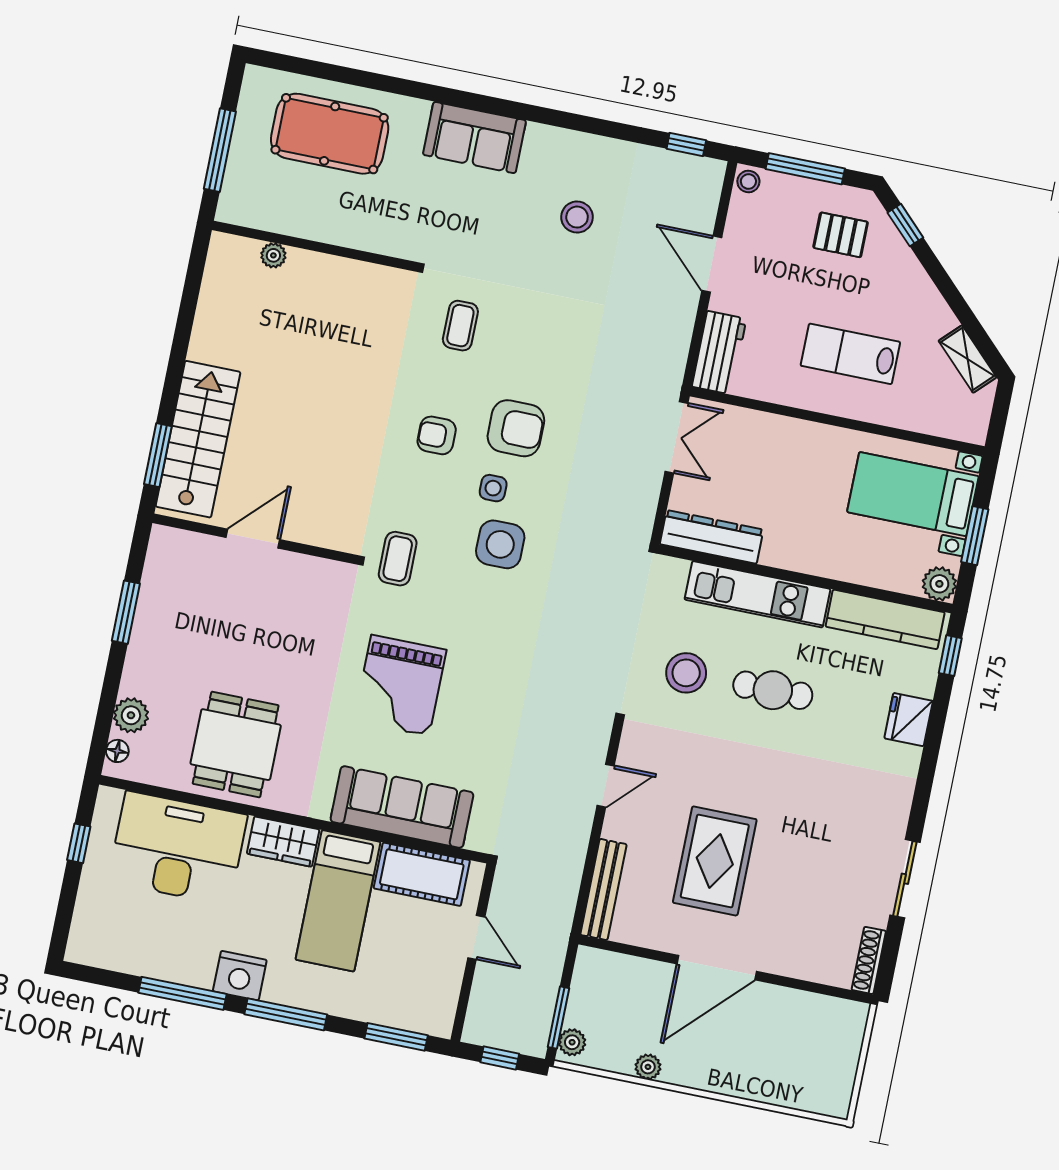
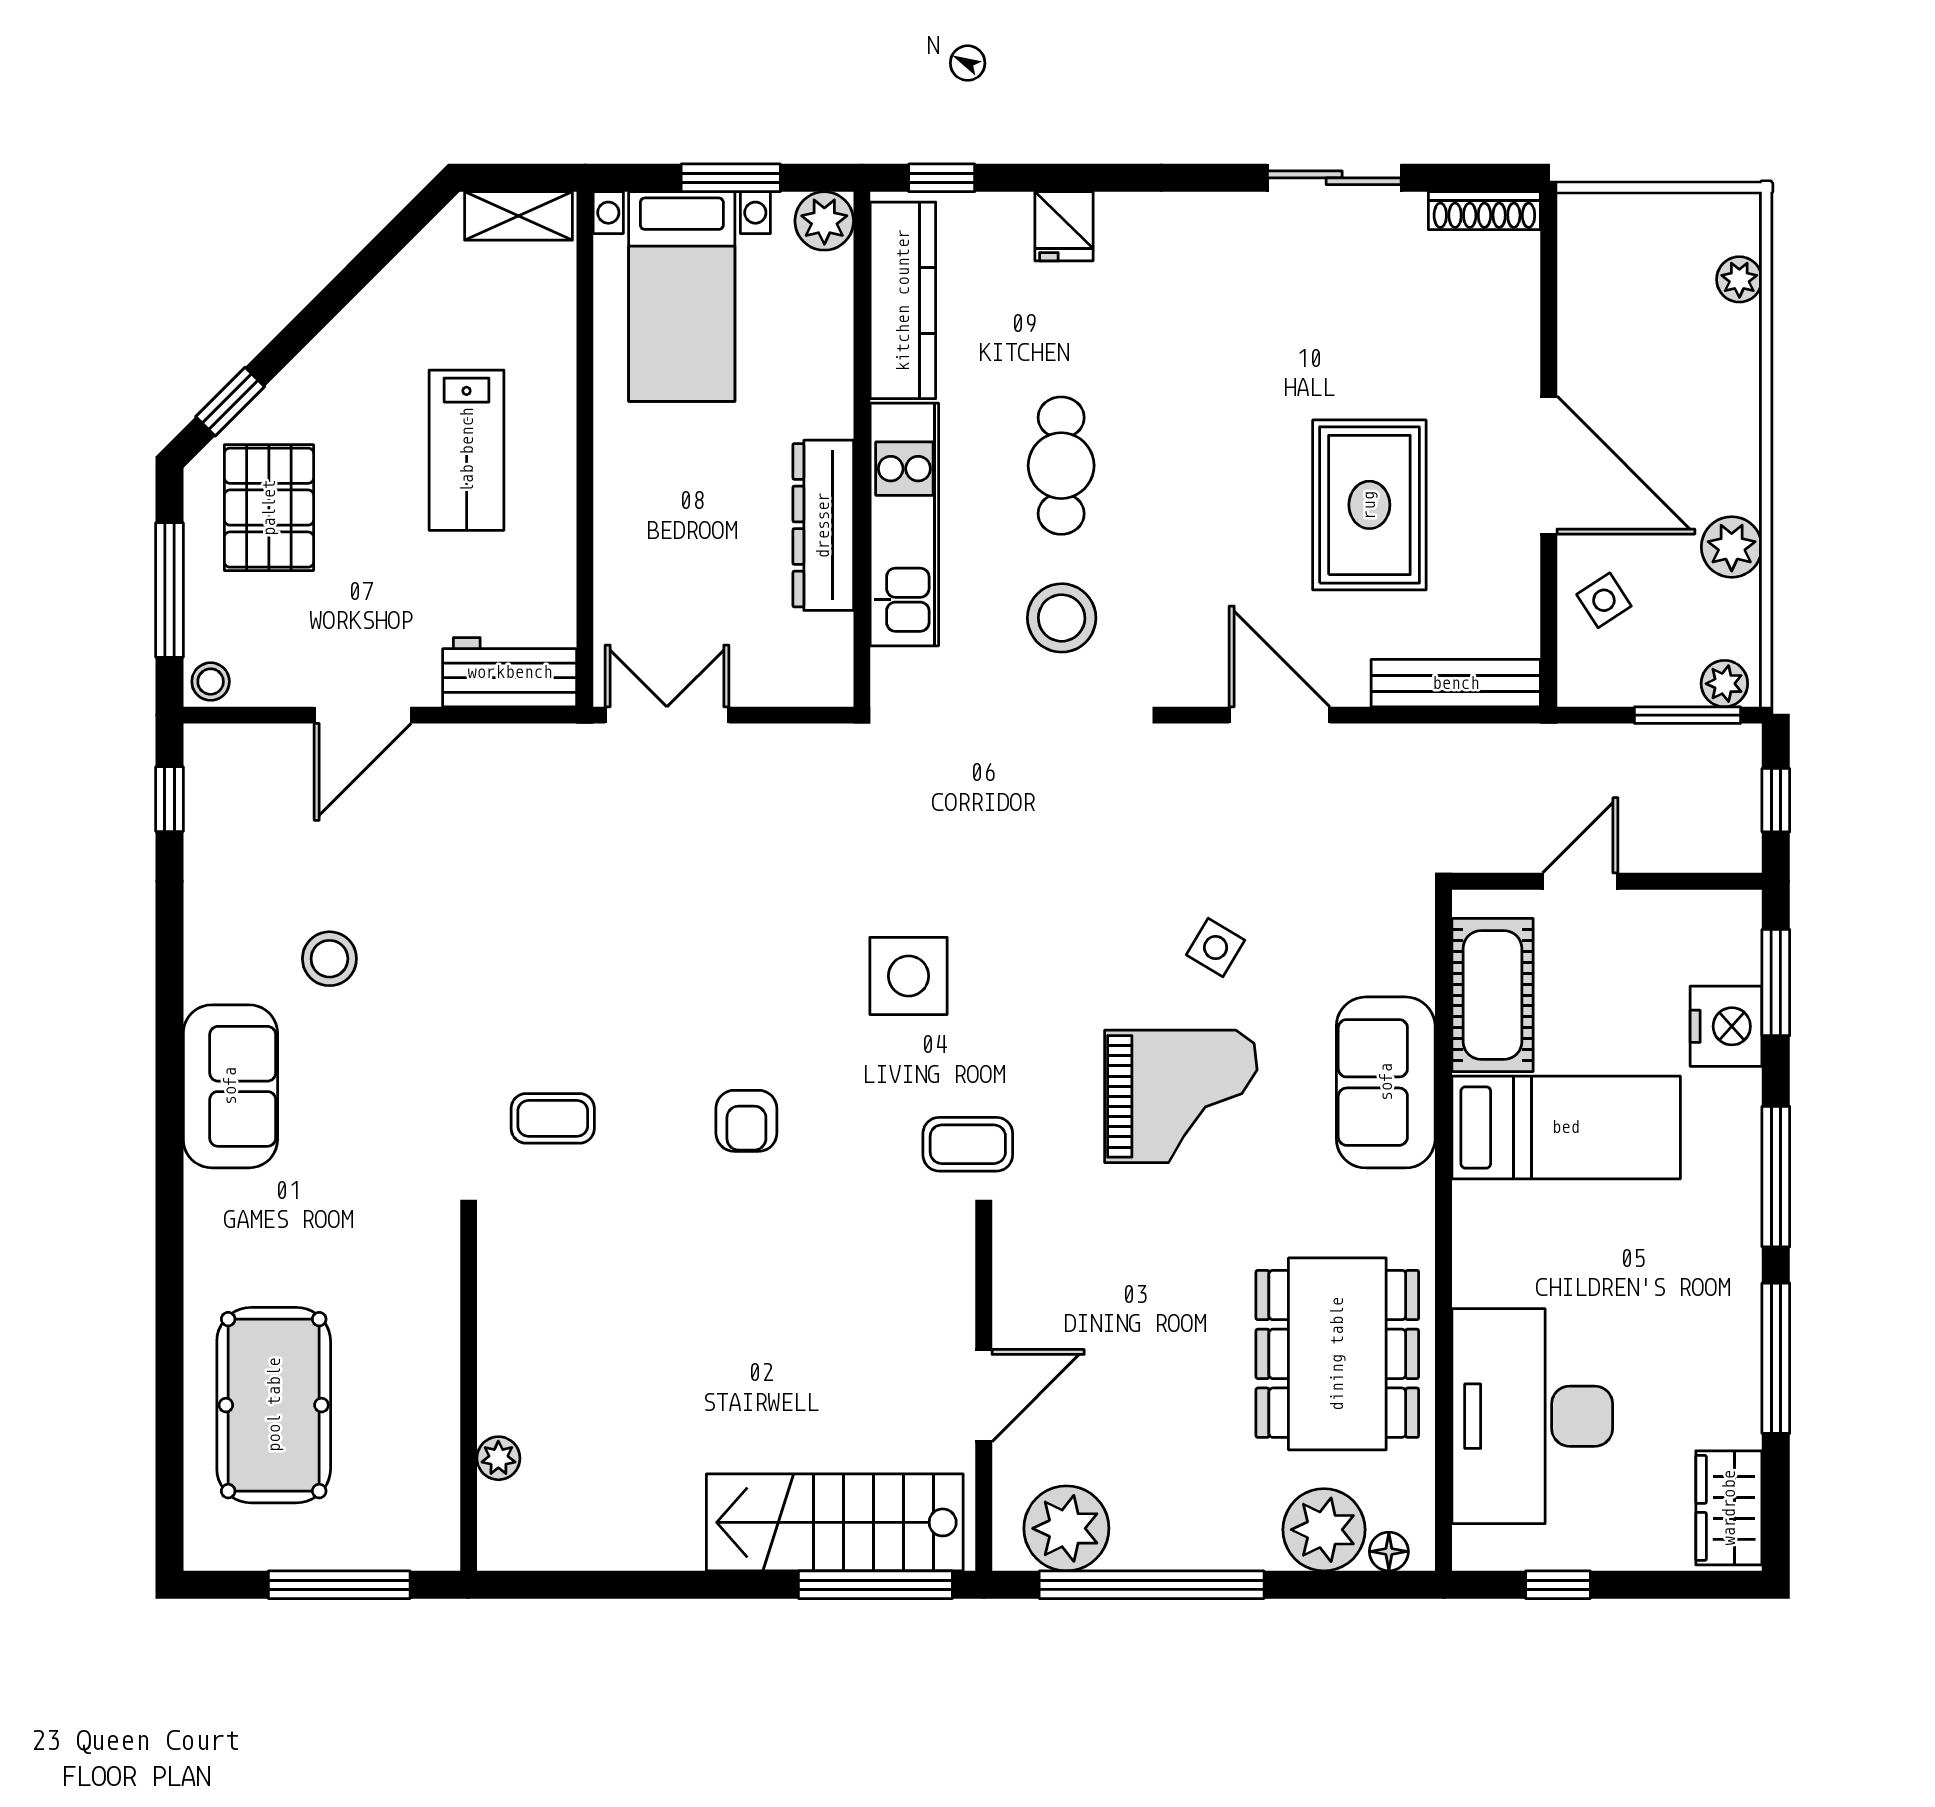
sofa: (474, 138) -> (230, 1086), moved
pallet: (841, 235) -> (269, 508), width x1.50, depth x1.42
shelving: (968, 359) -> (519, 216), moved, turned 45
armchair: (516, 428) -> (707, 989), removed
window: (158, 455) -> (875, 1585), width x1.44
side table: (493, 488) -> (1216, 948), moved, turned 31
dresser: (712, 537) -> (823, 525), moved
door: (253, 539) -> (984, 1395), swing flipped
plant: (168, 570) -> (1066, 1528), added
window: (126, 612) -> (1152, 1585), width x2.11
plant: (131, 715) -> (1324, 1530), width x1.36, depth x1.36
fridge: (909, 720) -> (1064, 226), width x0.72
dining table: (236, 745) -> (1337, 1354), width x1.38
door: (606, 786) -> (1280, 715), width x1.38
sofa: (402, 807) -> (1386, 1082), width x0.73
wardrobe: (283, 842) -> (1729, 1508), moved, turned 180
rug: (715, 861) -> (1369, 505), turned 90
nightstand: (240, 976) -> (1726, 1026), moved
side table: (633, 983) -> (1604, 600), added
plant: (648, 1067) -> (1732, 547), width x1.38, depth x1.38
plant: (800, 1097) -> (1739, 279), added

